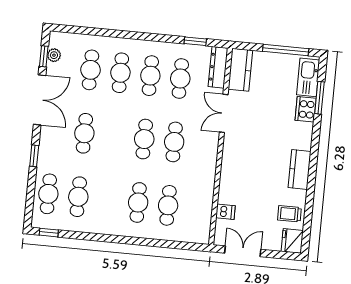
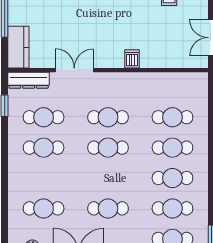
kitchen counter: (240, 70) -> (18, 47), moved, turned 90
cafe table: (120, 73) -> (172, 178), moved
double door: (224, 113) -> (74, 70), swing flipped
dishwasher: (225, 212) -> (132, 59), moved

